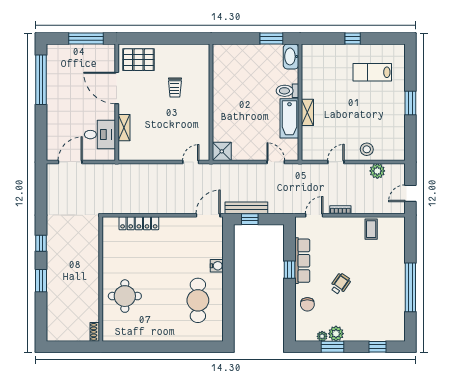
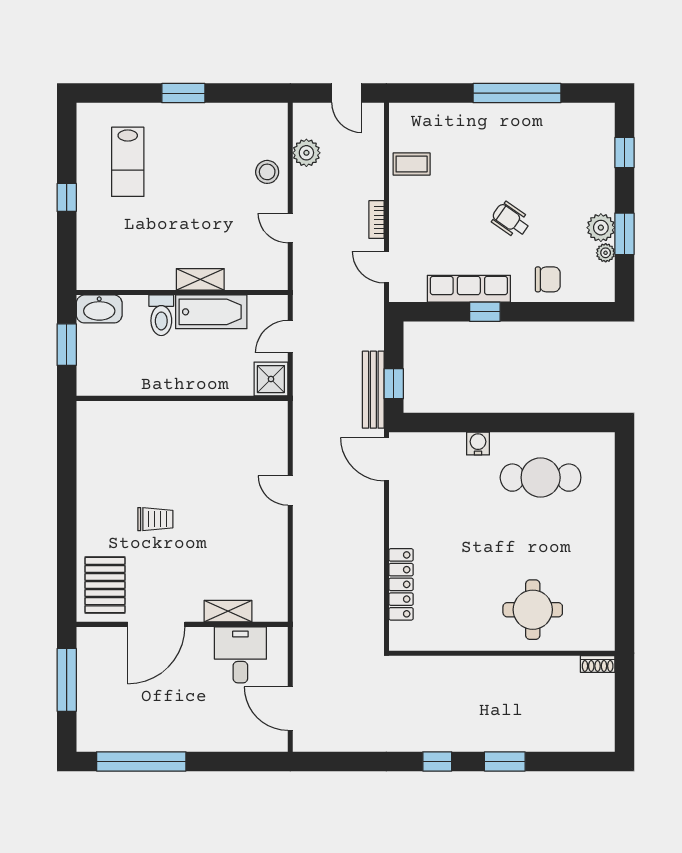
wall: (211, 102) -> (182, 398), moved
shower: (222, 151) -> (271, 379), moved

